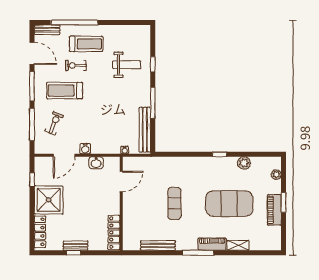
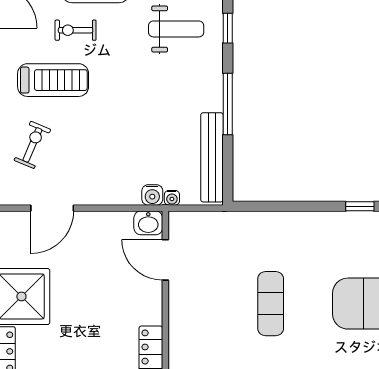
treadmill: (65, 91) -> (53, 80), turned 180
water cooler: (85, 149) -> (152, 195), moved
washbasin: (96, 163) -> (148, 223), moved
door: (121, 181) -> (165, 260), swing flipped

